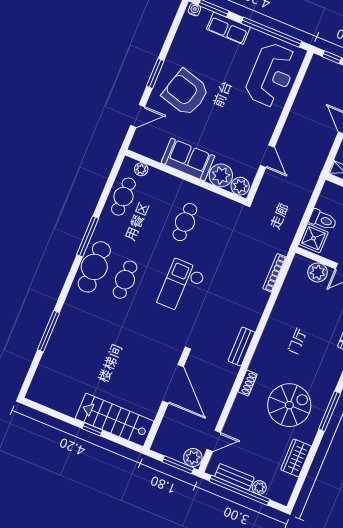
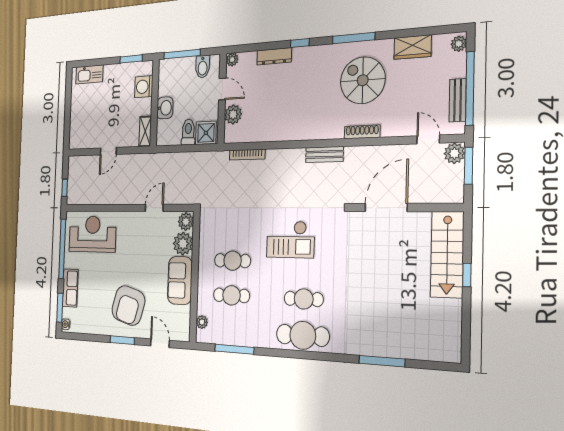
cafe table: (123, 197) -> (231, 295), moved
window: (88, 237) -> (234, 349), moved
shoe rack: (248, 383) -> (362, 132), width x1.43
plant: (259, 487) -> (459, 44), moved

